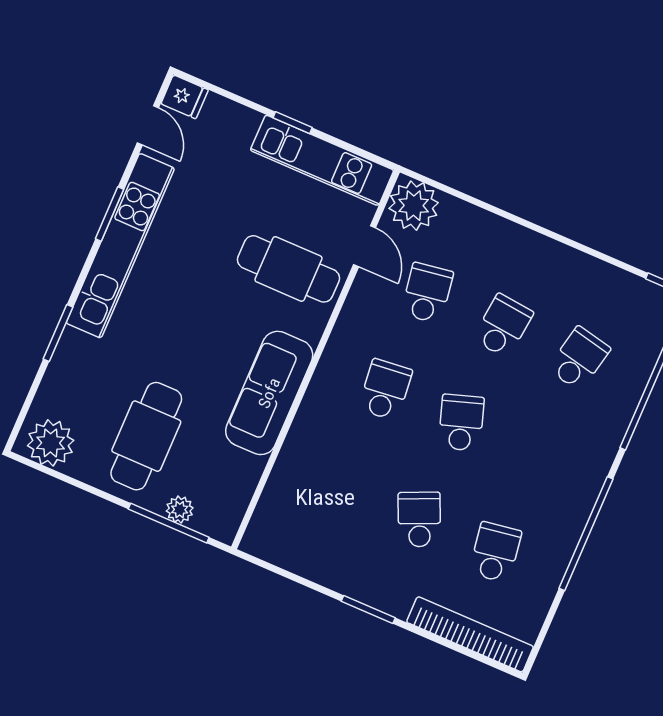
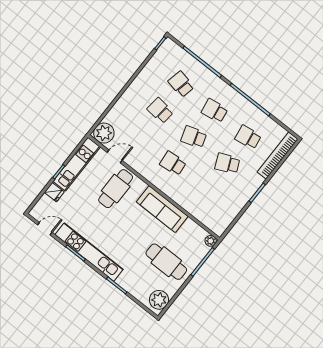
fridge: (185, 97) -> (54, 192), moved, turned 90
school desk: (427, 293) -> (215, 111), moved
plant: (180, 510) -> (211, 241), moved

